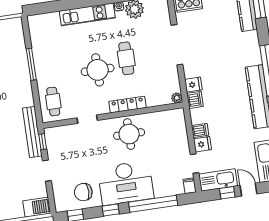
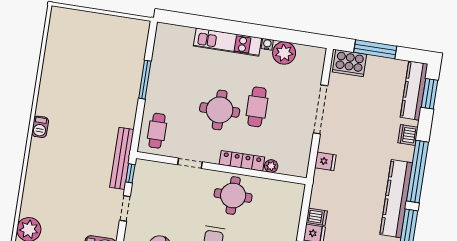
plant: (177, 98) -> (271, 166), moved
dishwasher: (195, 100) -> (408, 135), moved, turned 180

